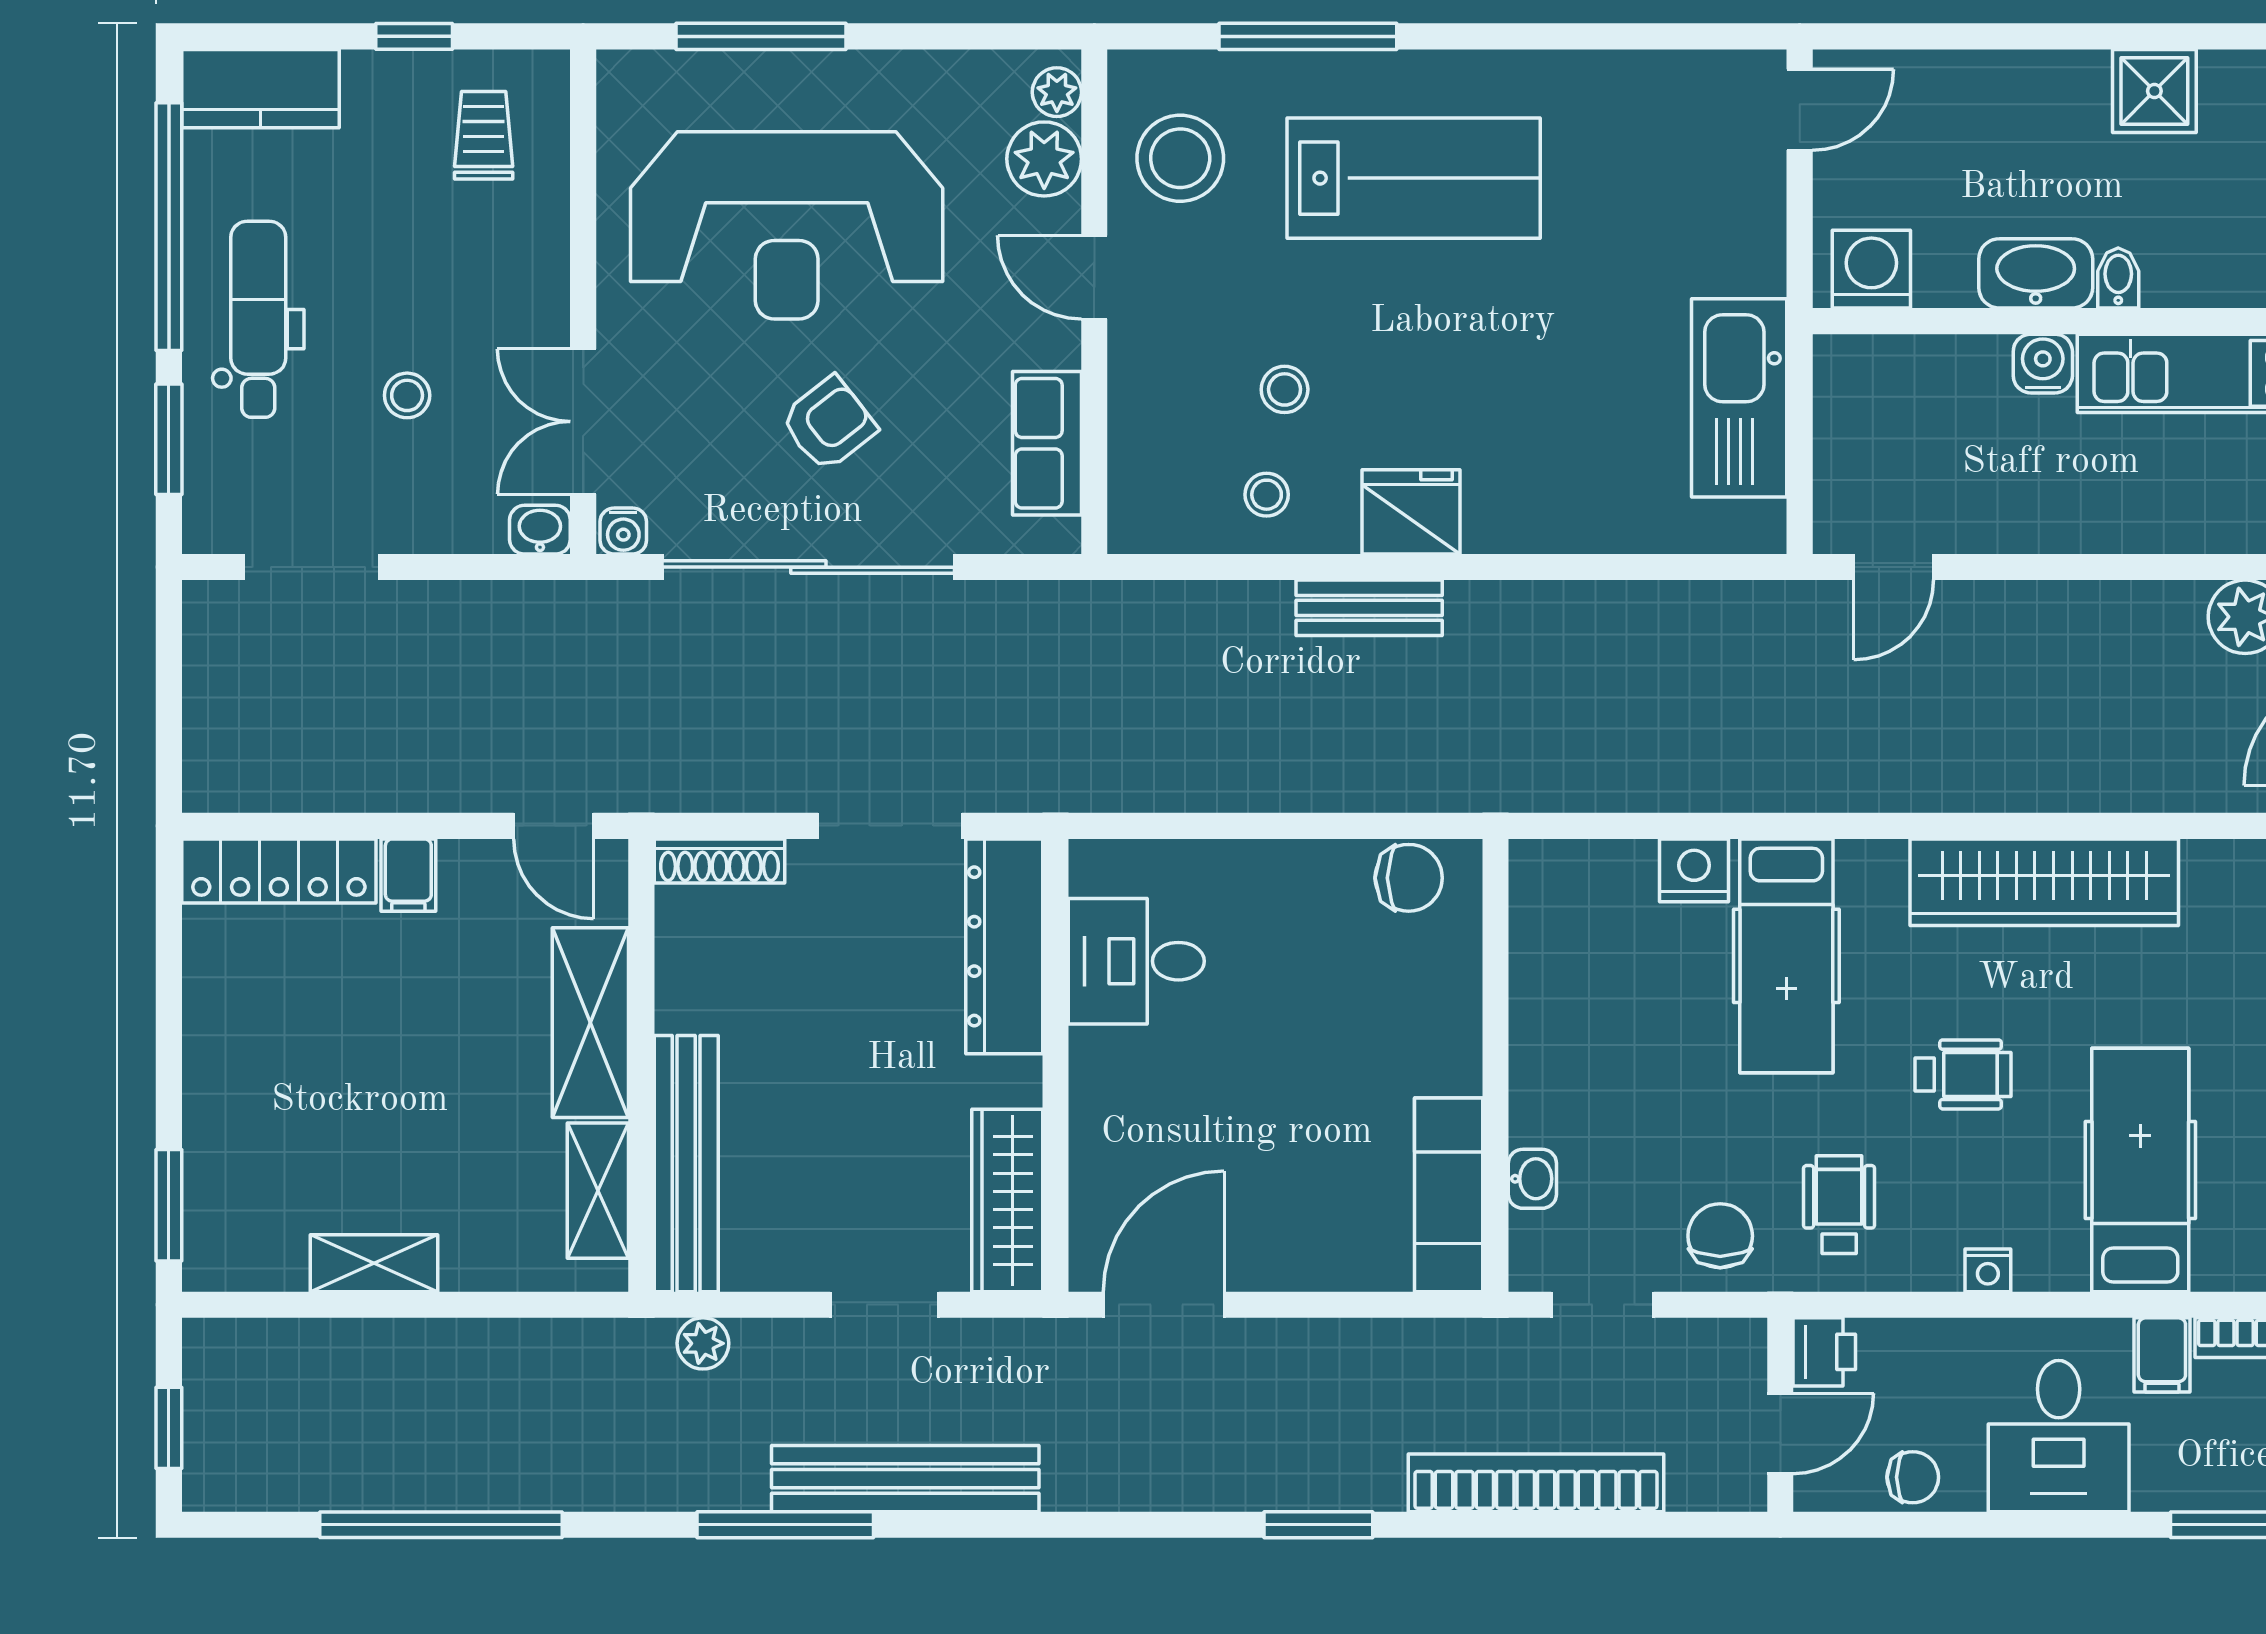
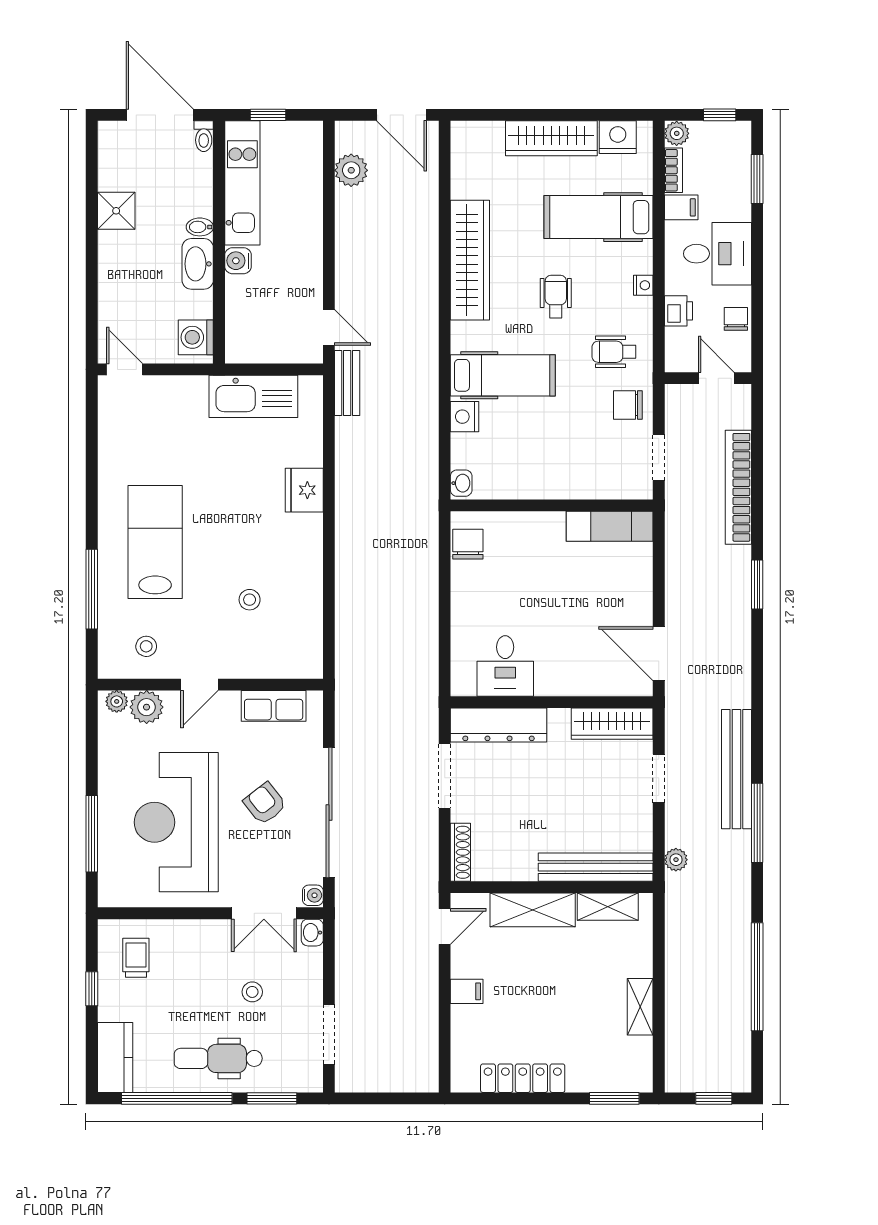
trolley: (484, 135) -> (136, 958), turned 90
stool: (1180, 158) -> (146, 646), width x0.53, depth x0.53
reception desk: (787, 225) -> (176, 822), turned 180
stool: (1267, 495) -> (297, 608), removed
fridge: (1411, 512) -> (304, 490), moved
bench: (1369, 608) -> (347, 383), moved
locker: (279, 871) -> (523, 1078), moved, turned -90
washbasin: (1532, 1179) -> (461, 483), moved, turned 90
printer: (1824, 1352) -> (678, 311), moved, turned 90

